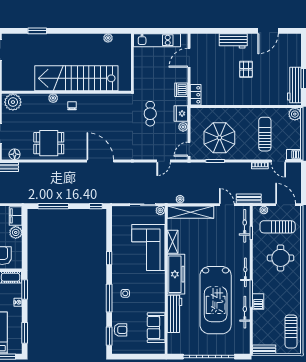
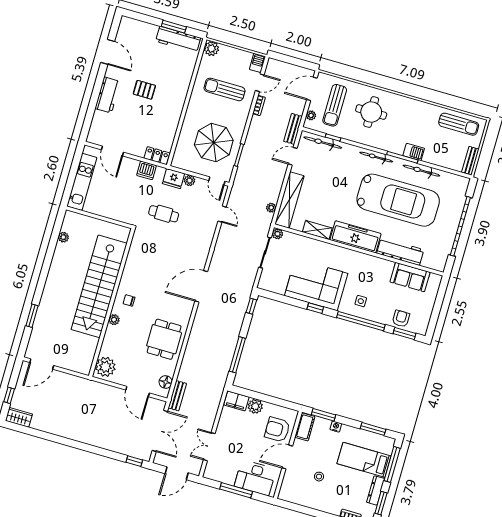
corner sofa: (148, 247) -> (316, 285), moved, turned 180
window: (109, 298) -> (361, 321), width x1.46

